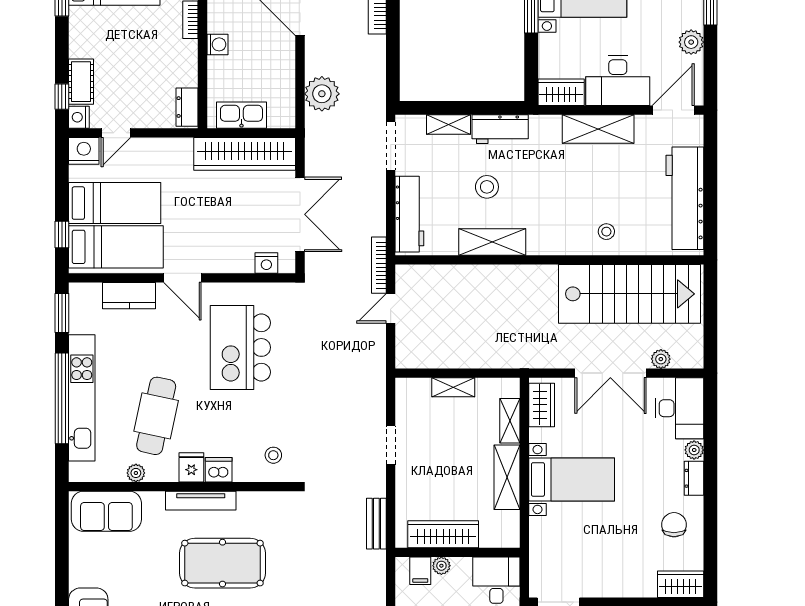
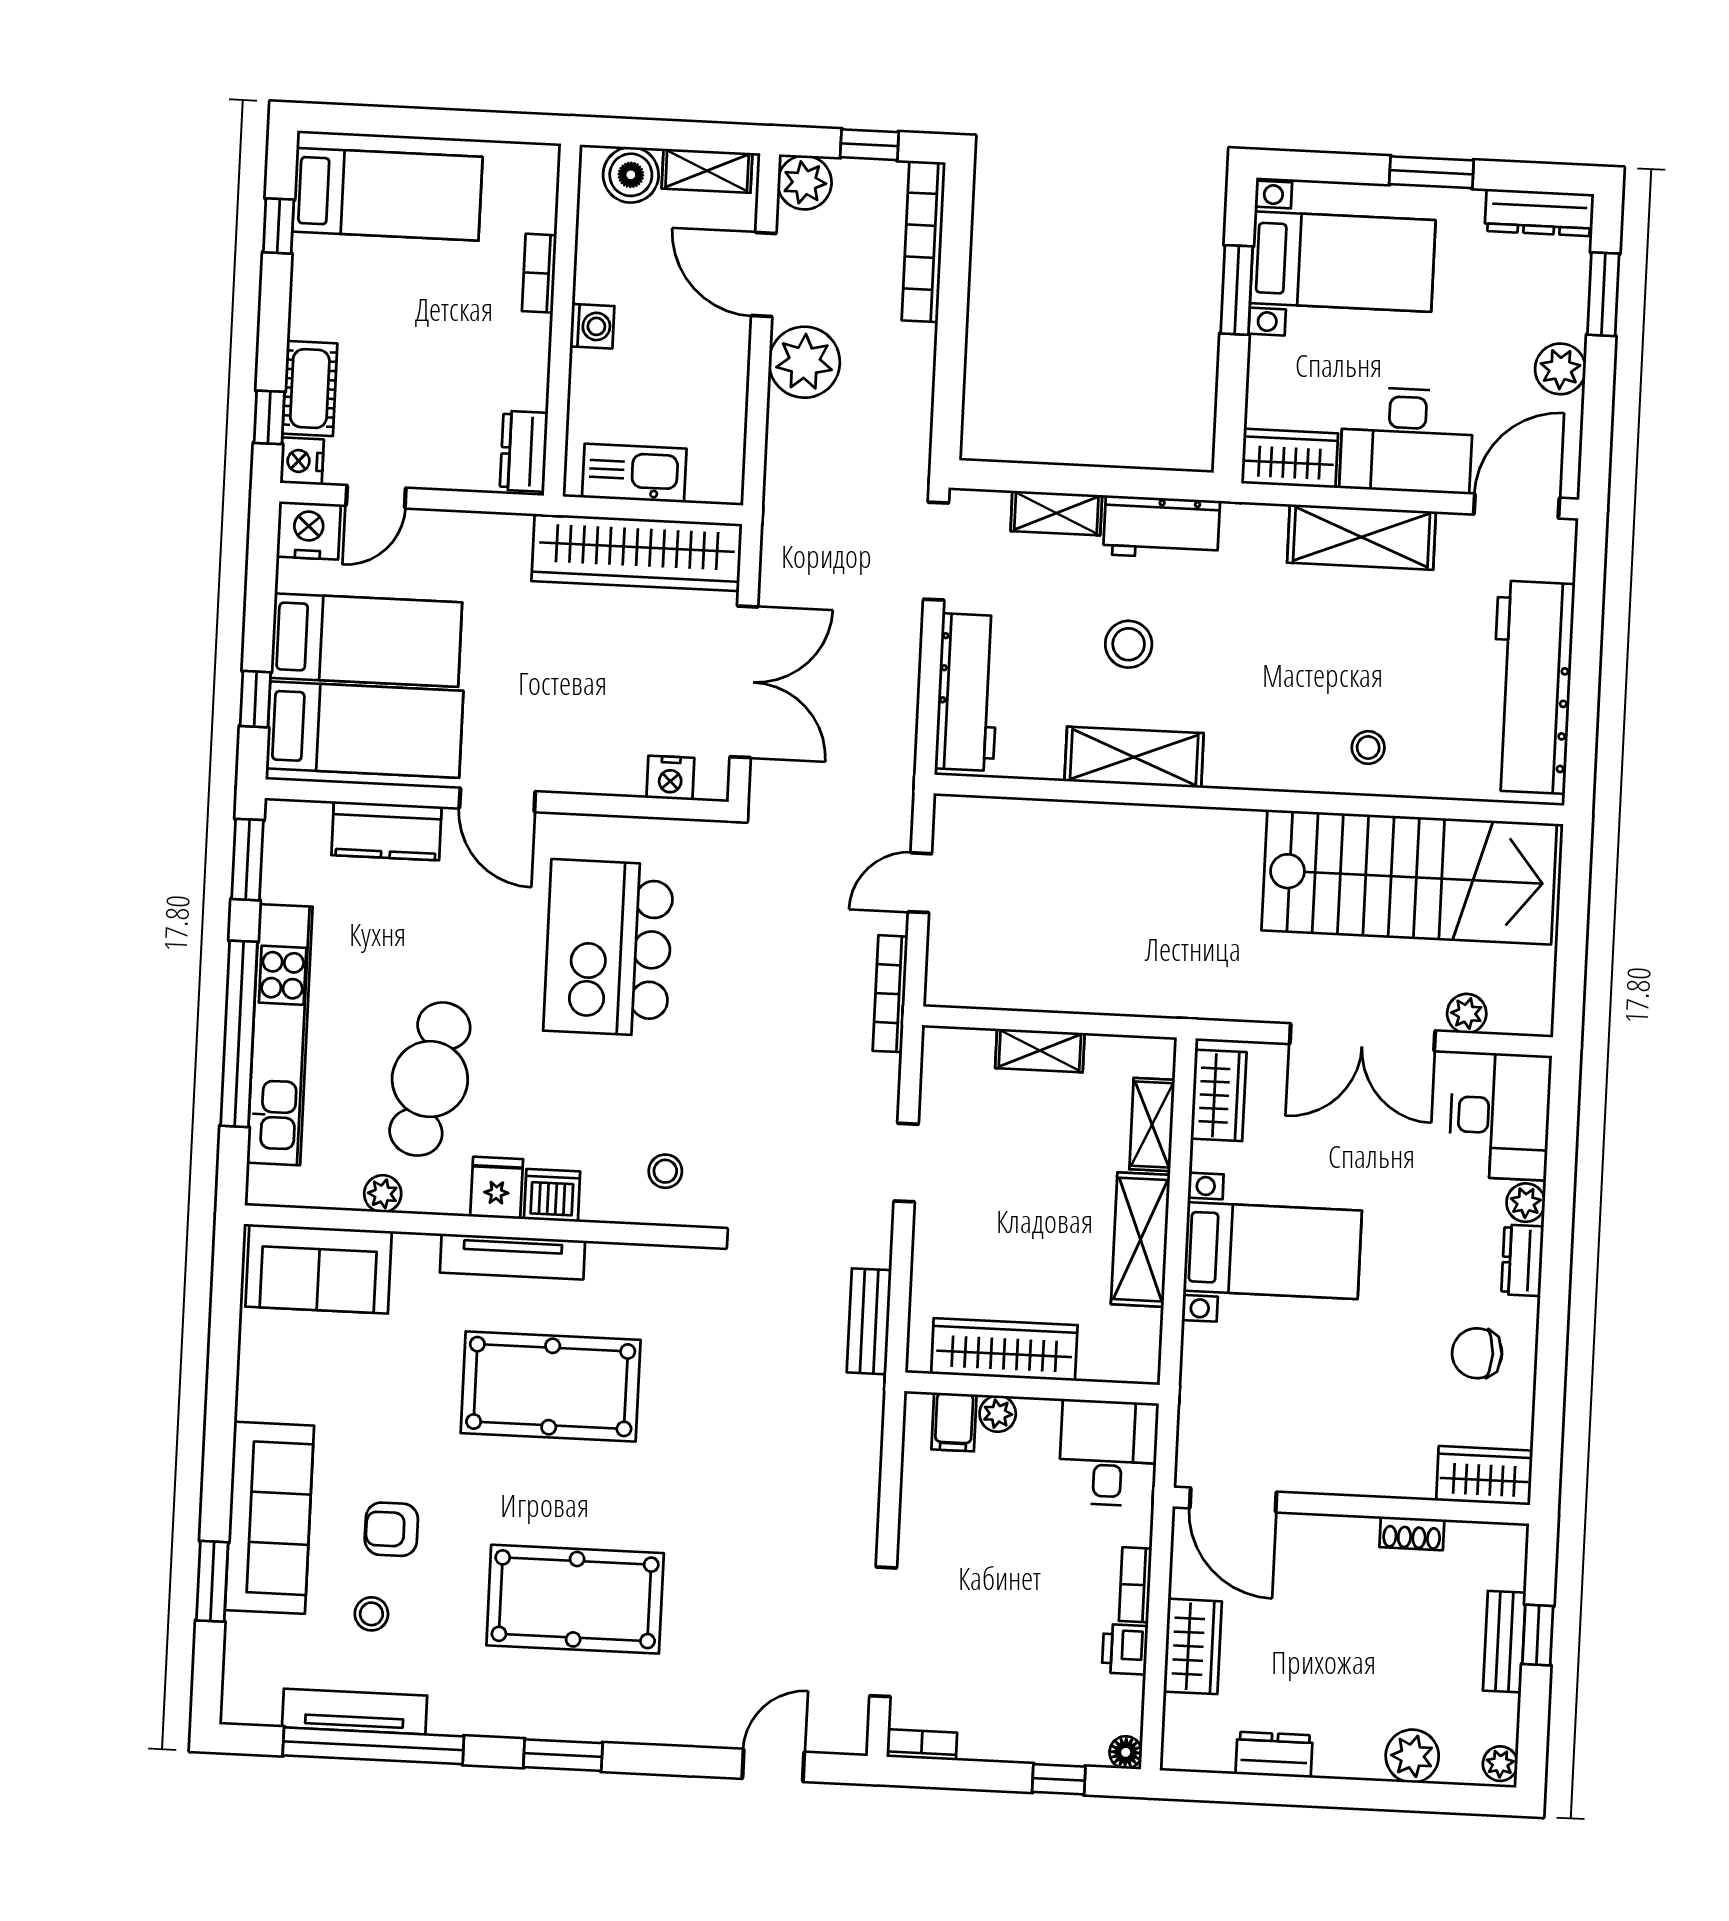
plant: (322, 94) -> (804, 362), moved
bookcase: (379, 265) -> (890, 994), moved
chair: (674, 525) -> (1477, 1353), turned -90

